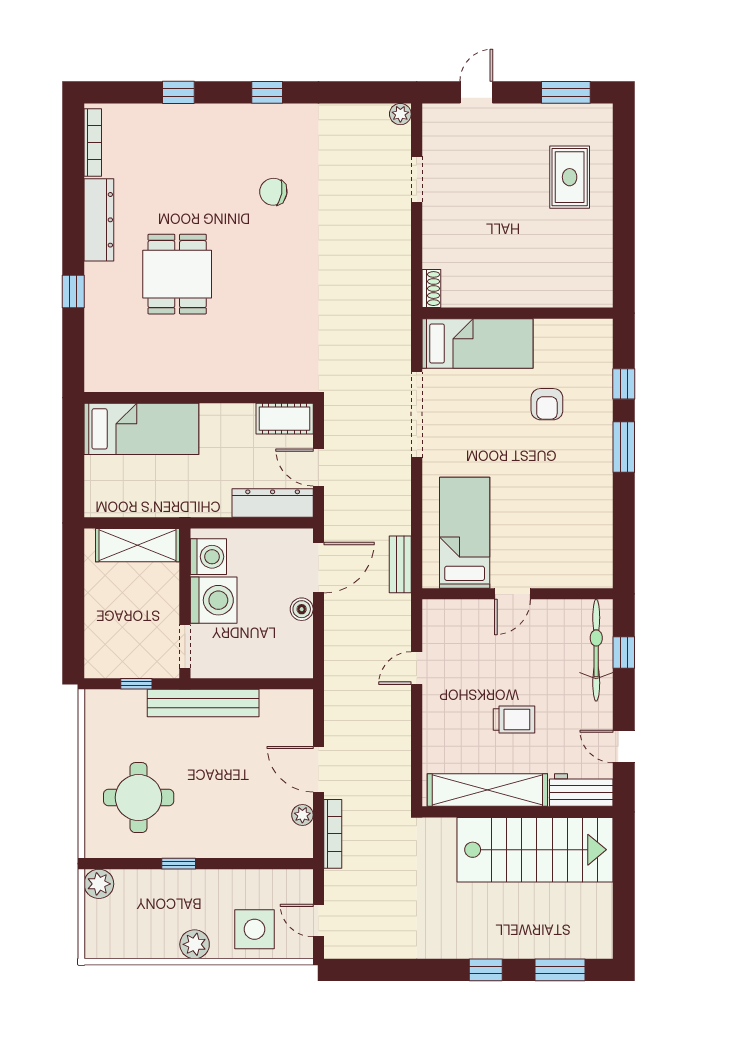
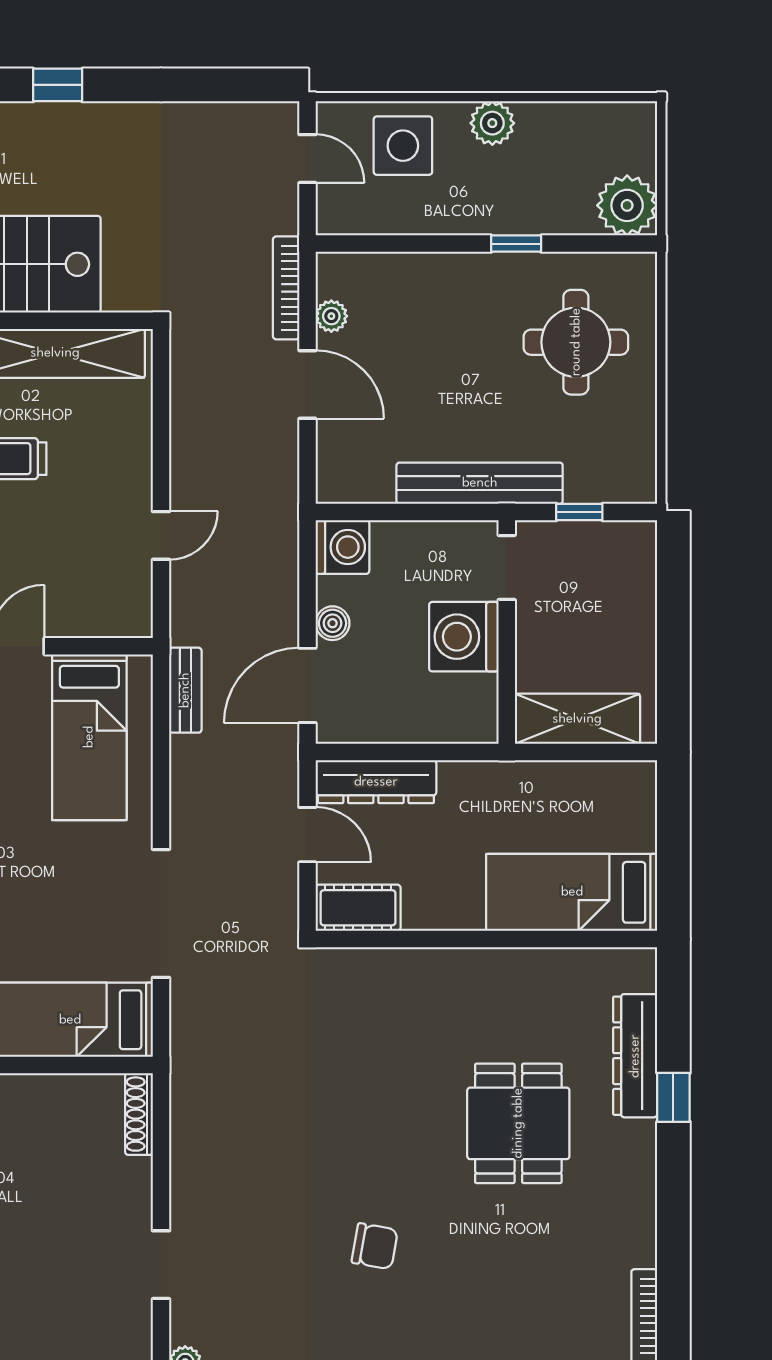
dresser: (99, 220) -> (635, 1056), moved
shoe rack: (431, 289) -> (139, 1114), width x1.43
washing machine: (208, 557) -> (342, 547), moved, turned 180
plant: (99, 884) -> (627, 205), width x1.36, depth x1.36

